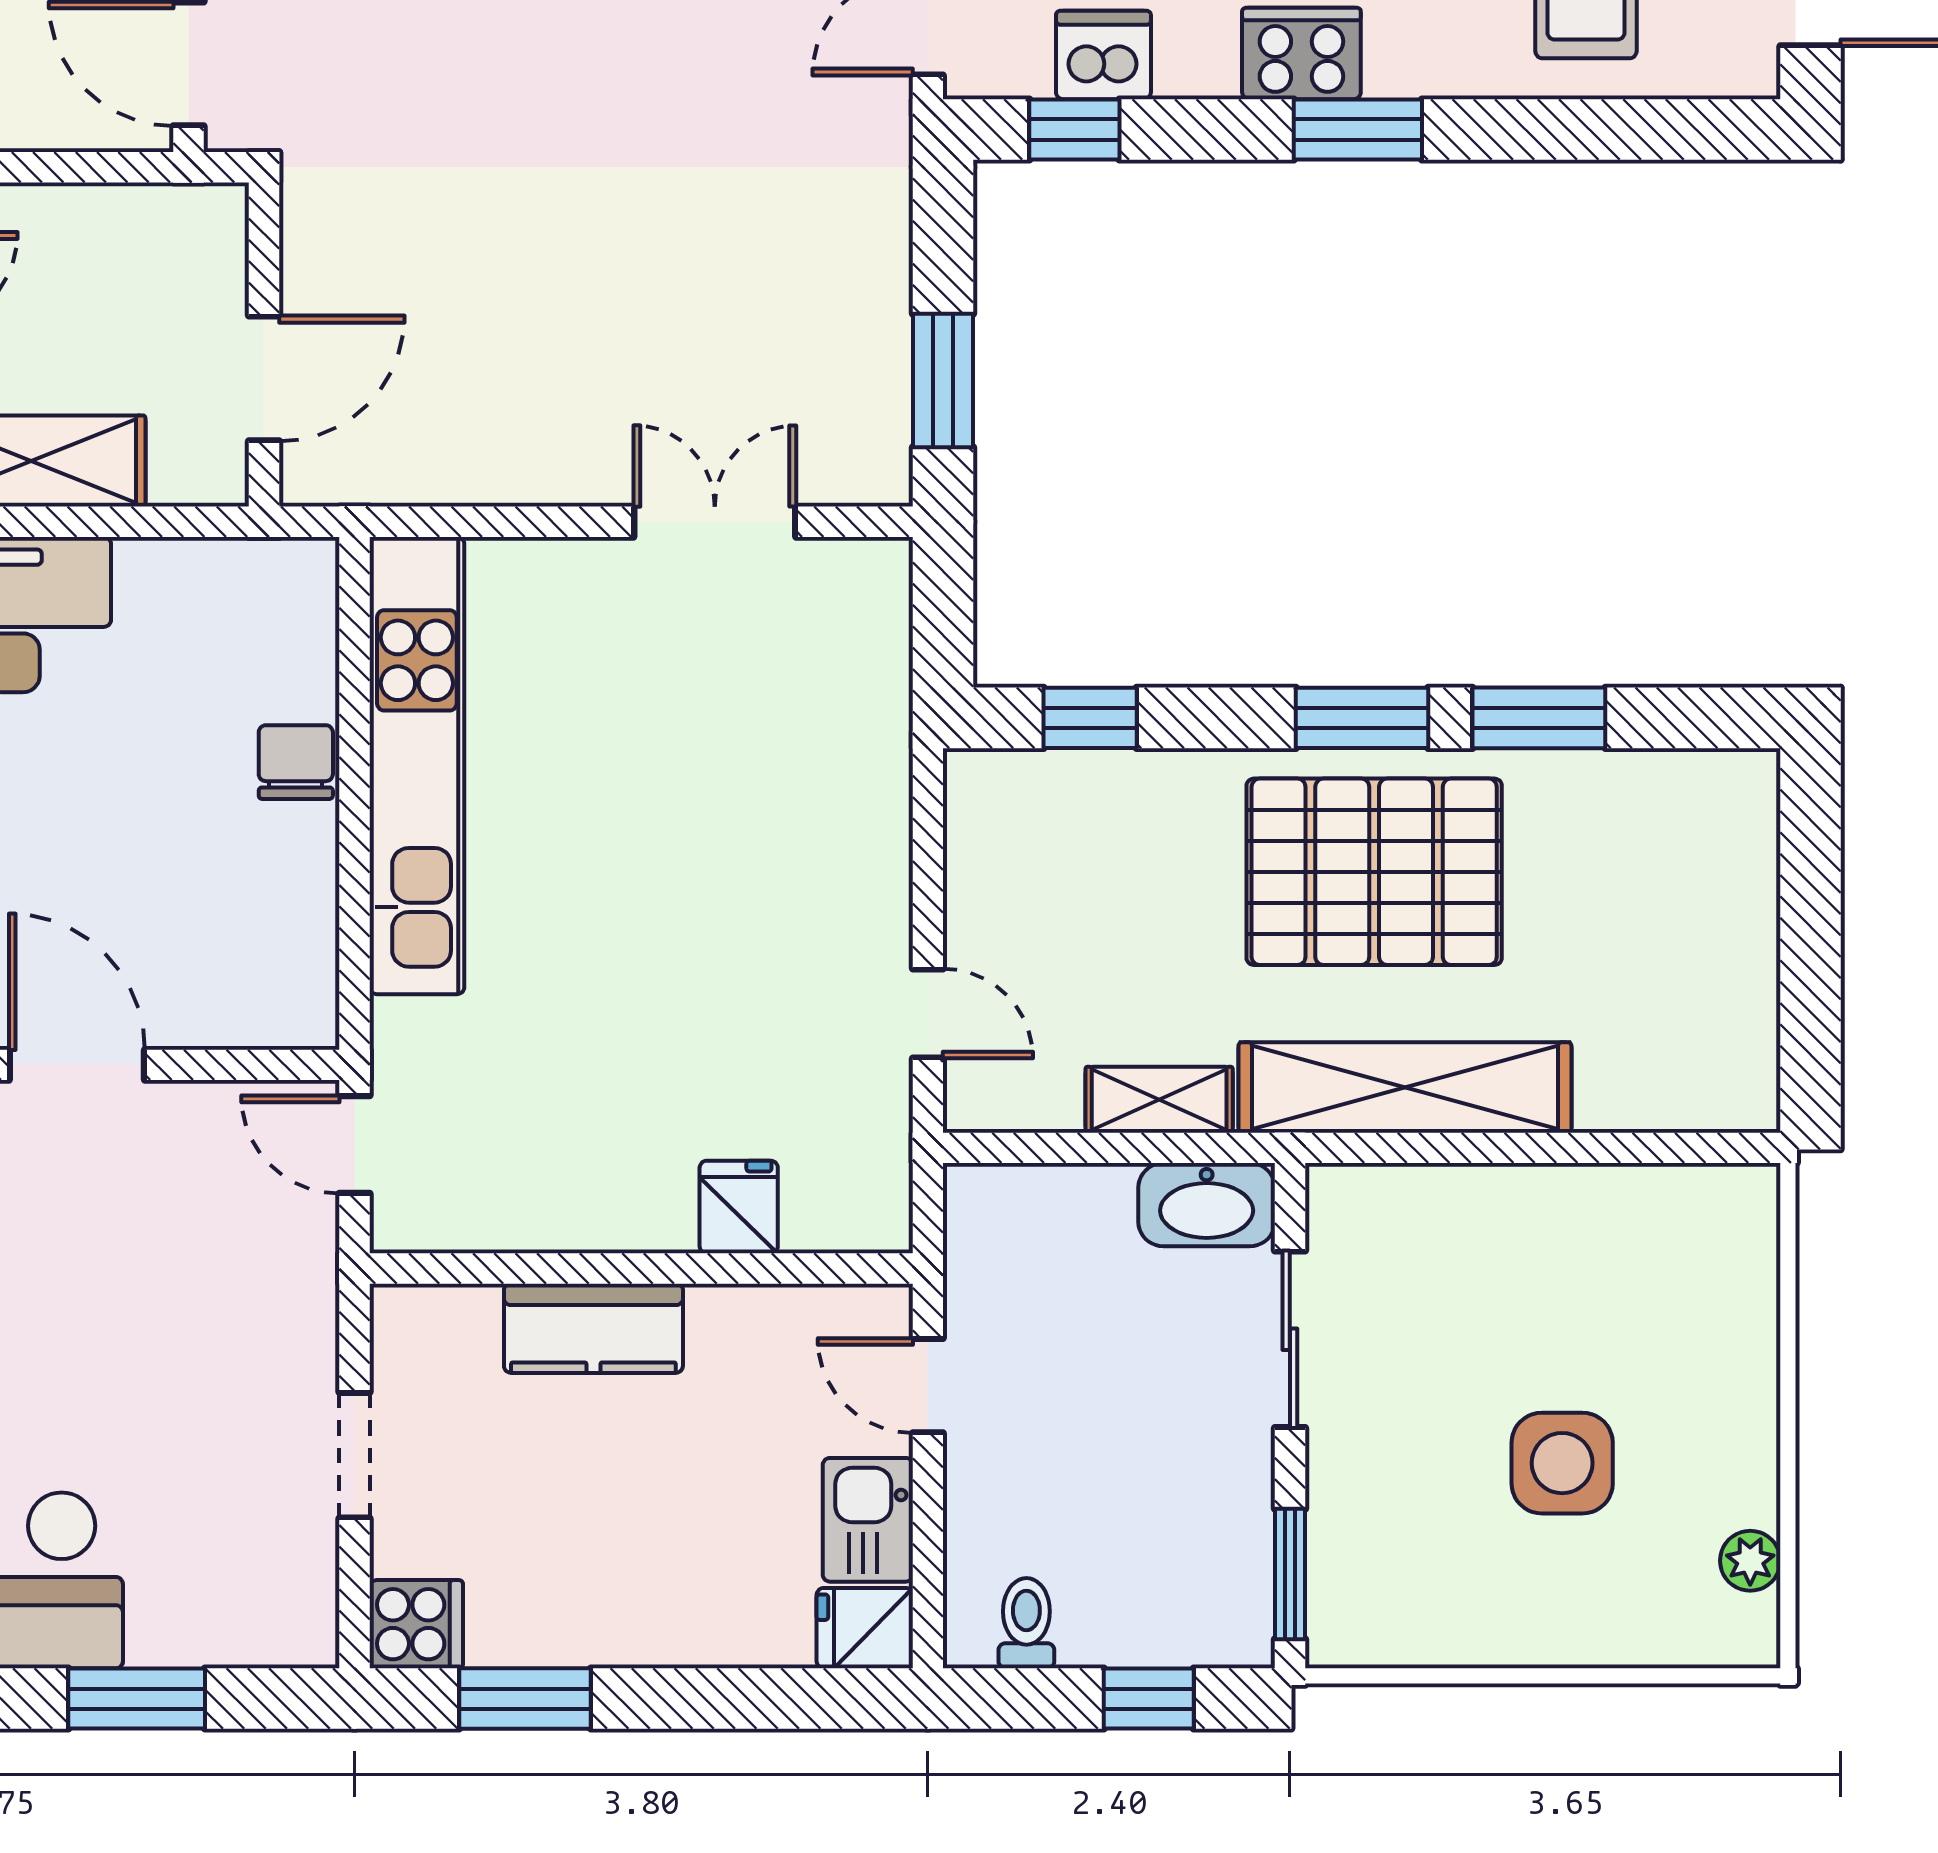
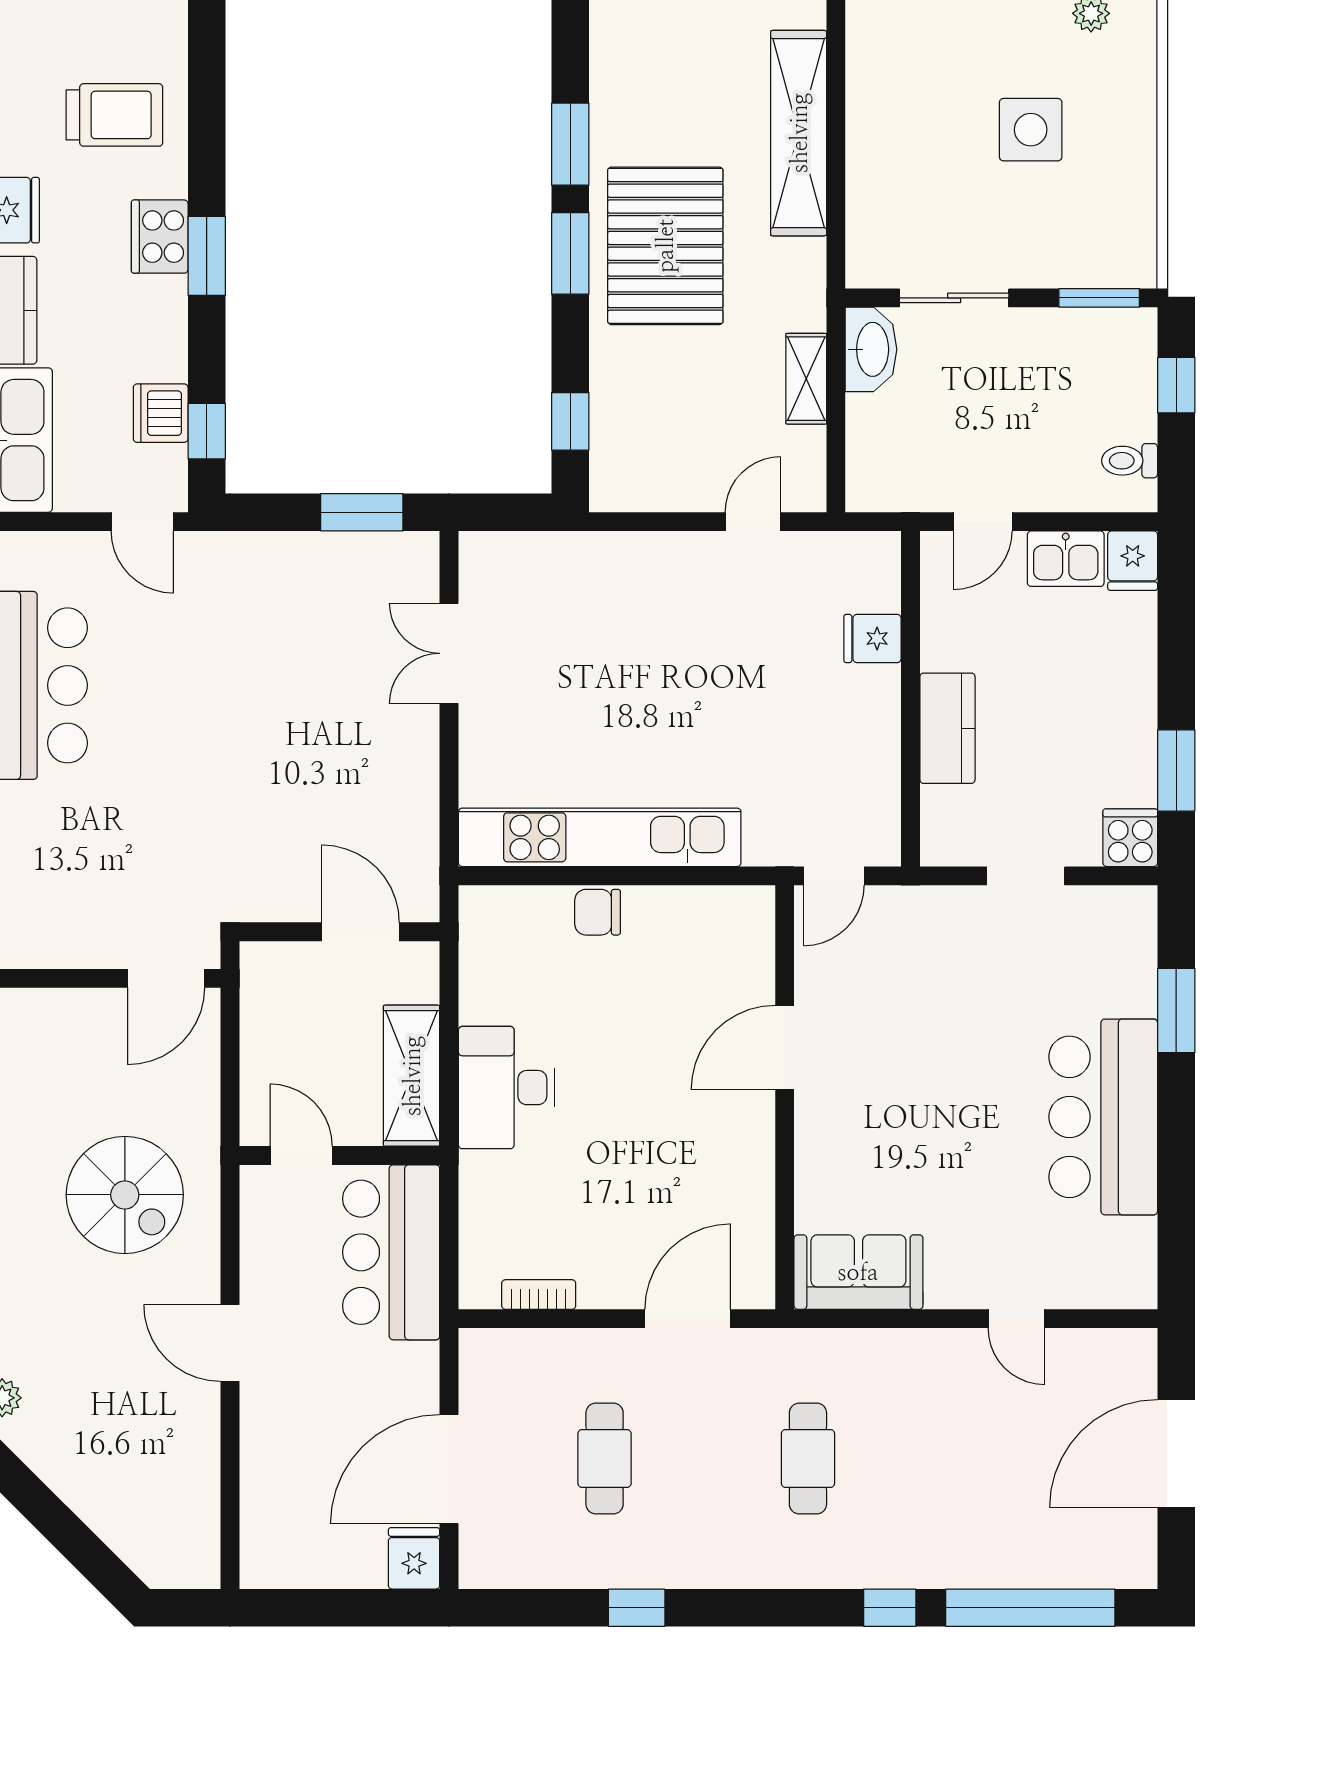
cooker: (1301, 53) -> (160, 237), moved
shelving: (1405, 1087) -> (799, 133), moved

